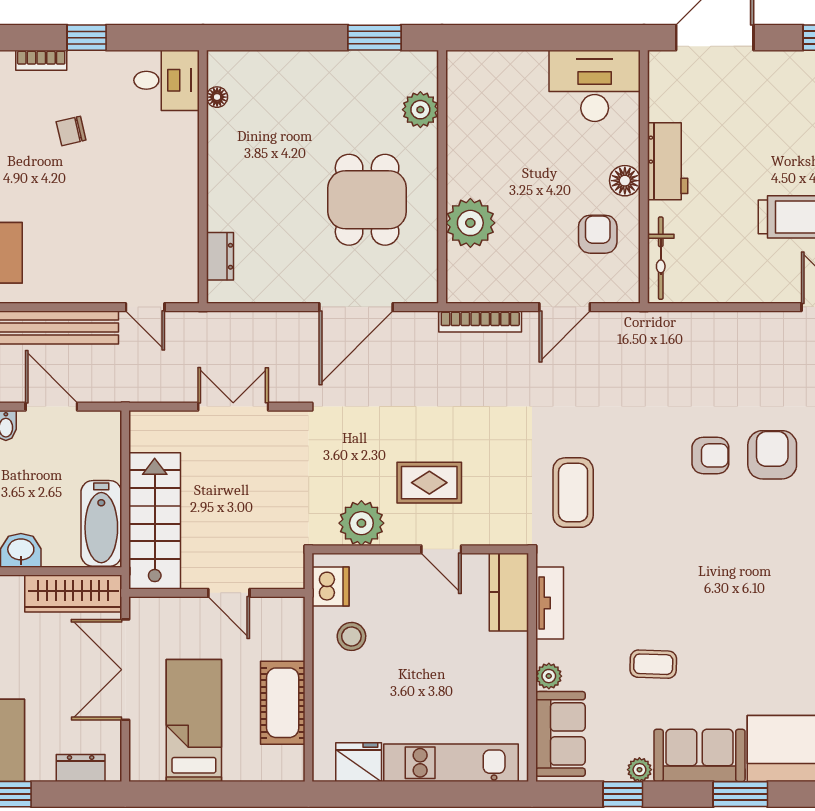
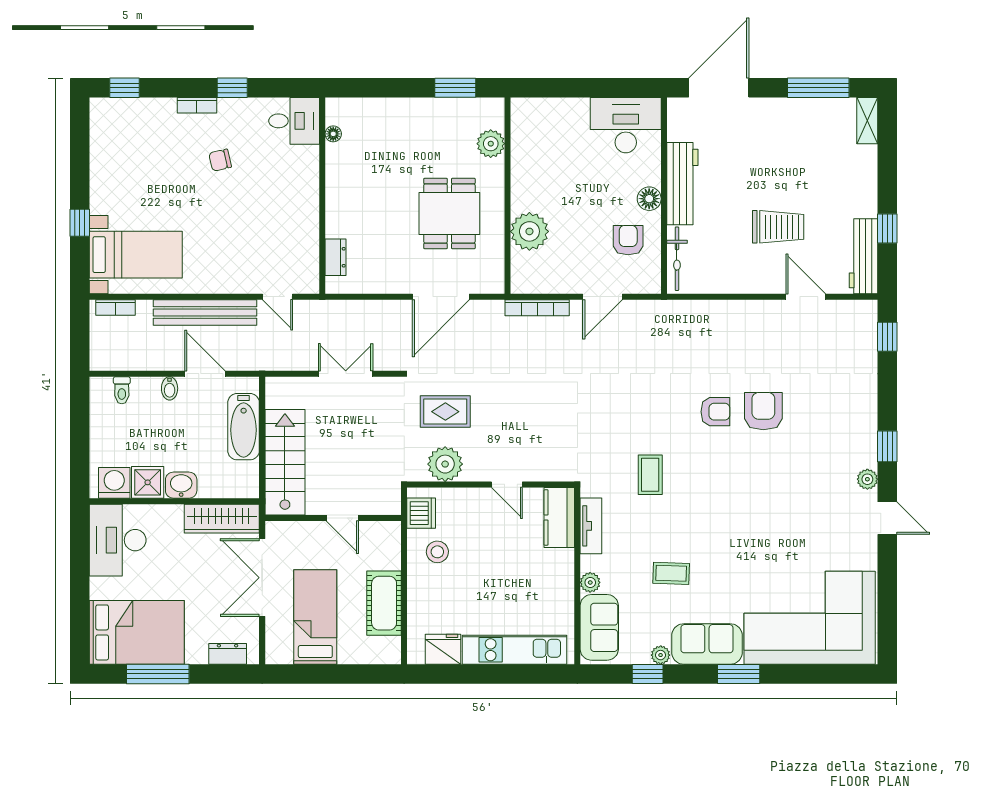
workbench: (668, 161) -> (682, 184), width x1.38
rug: (429, 483) -> (445, 412), moved
coffee table: (573, 493) -> (650, 475), moved, width x0.73, depth x0.77
bathtub: (101, 523) -> (244, 427), moved

